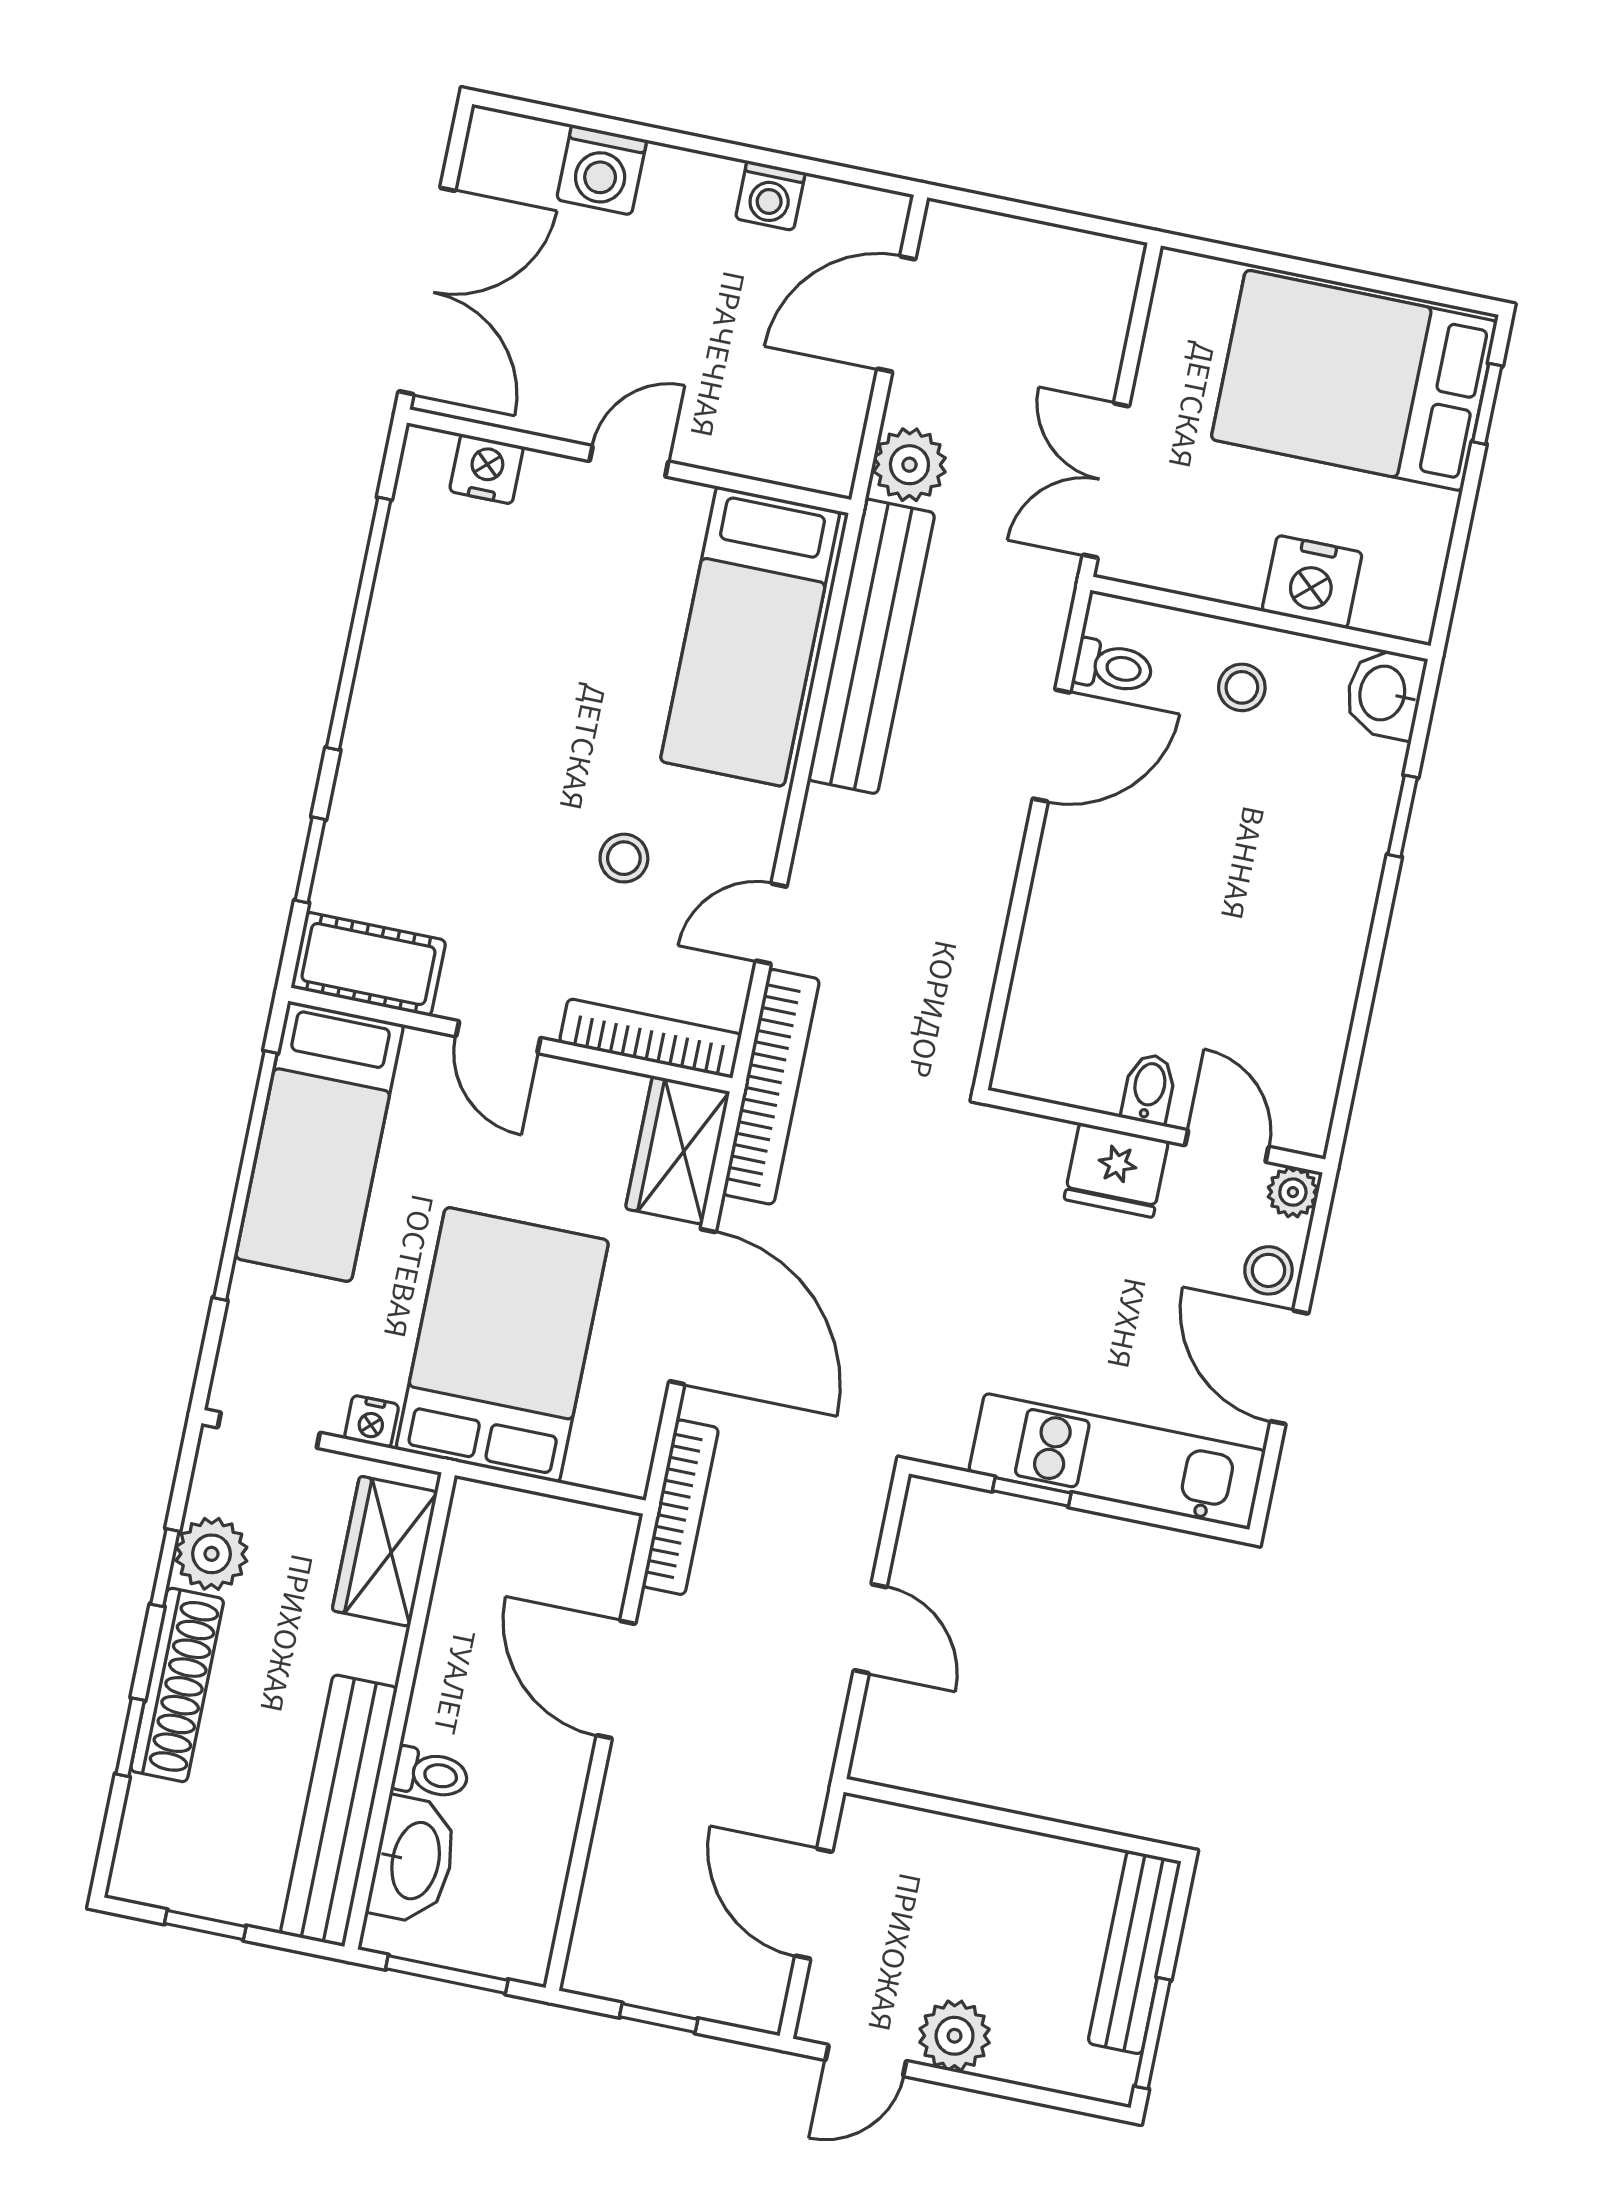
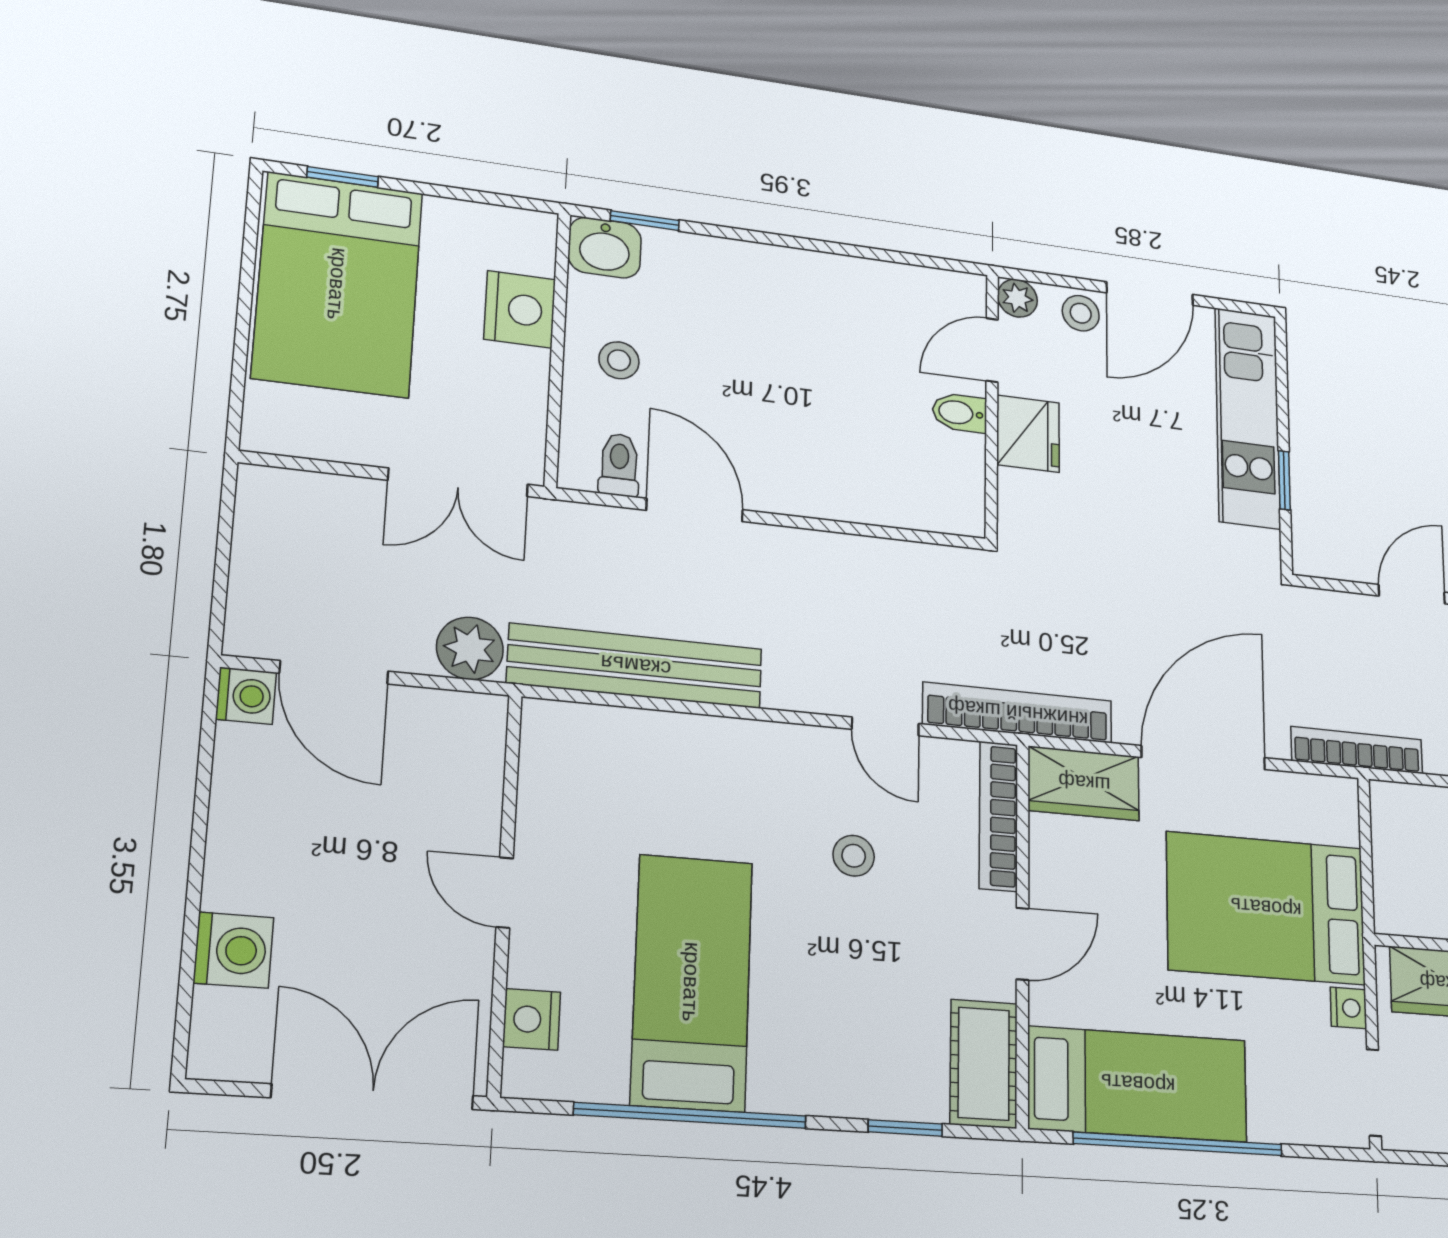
washing machine: (770, 196) -> (246, 696), moved
bed: (750, 636) -> (692, 982), moved, turned -90
window: (1403, 816) -> (645, 221), moved

